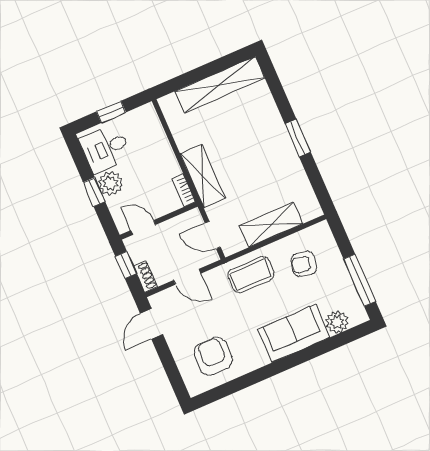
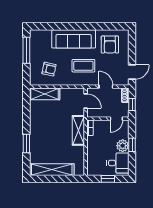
window: (298, 138) -> (26, 143), moved
shelving: (271, 225) -> (45, 94), moved
door: (143, 228) -> (116, 119), hinge flipped
coffee table: (251, 275) -> (83, 66), moved
plant: (337, 322) -> (45, 35), removed
sofa: (294, 333) -> (74, 39), width x1.36

